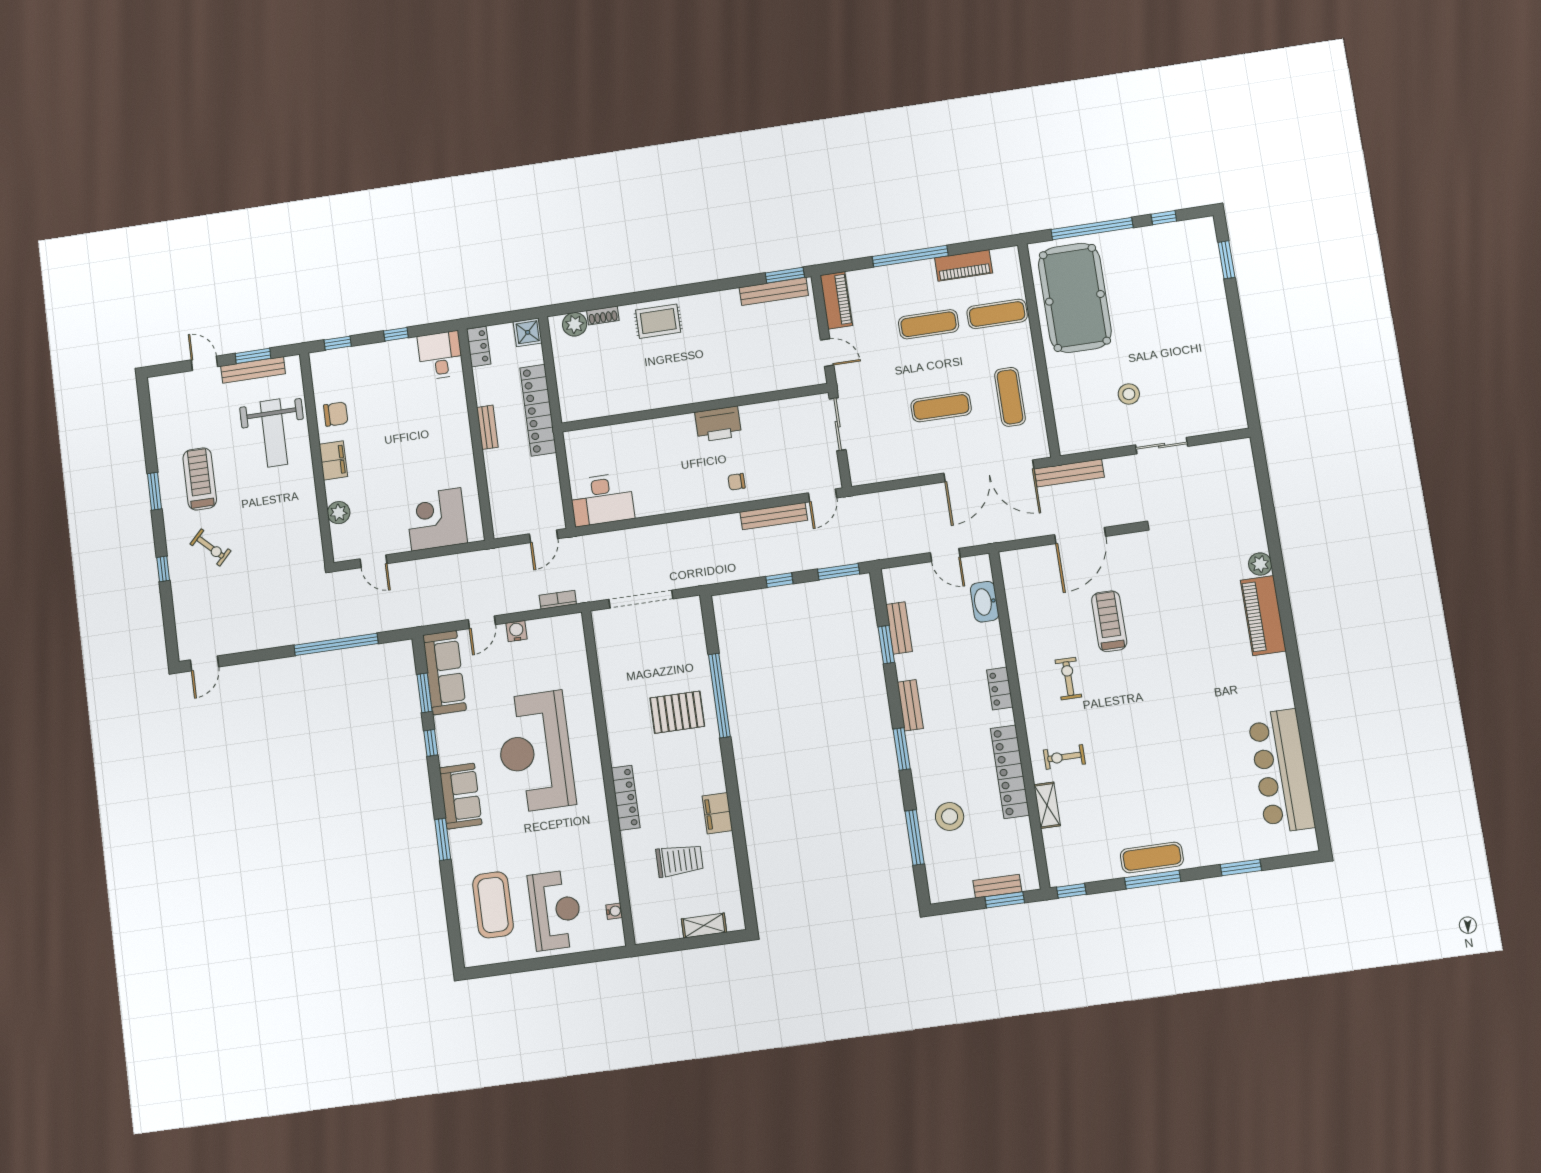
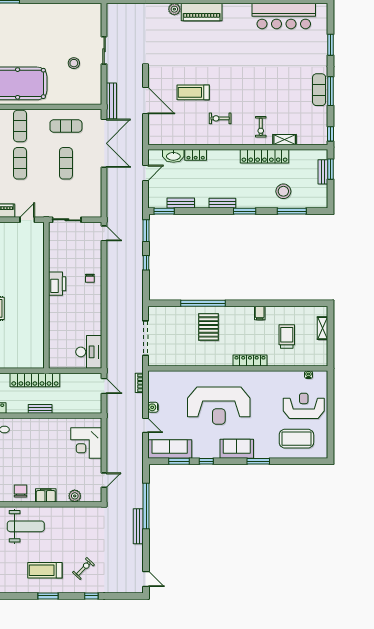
bench: (774, 516) -> (138, 526), moved
window: (886, 645) -> (164, 211), moved
locker: (1000, 688) -> (196, 155), moved
filing cabinet: (717, 813) -> (260, 313), width x0.50

